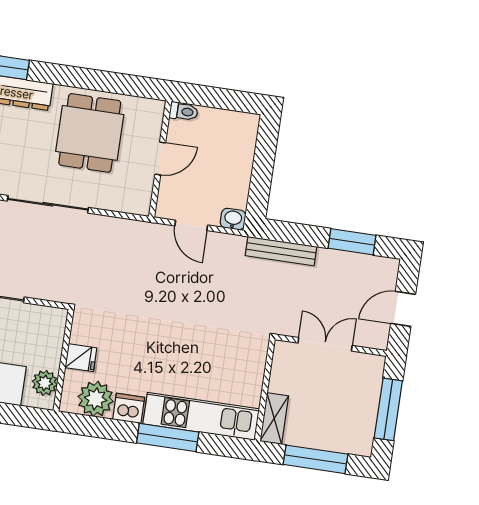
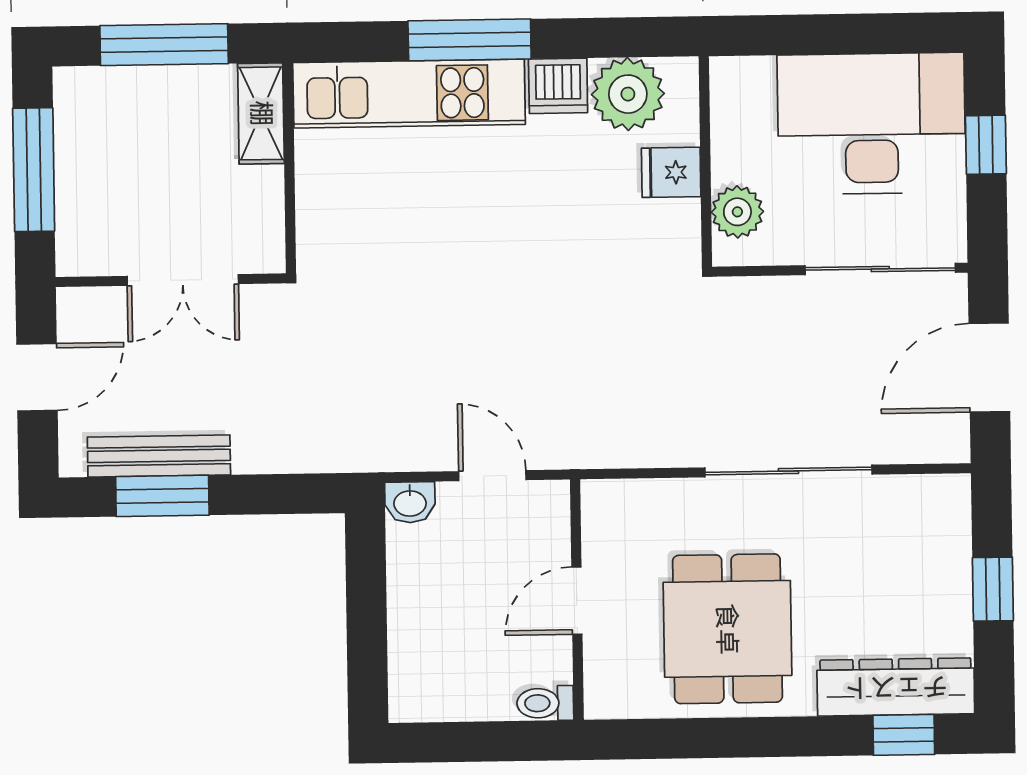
bench: (281, 251) -> (159, 456), moved
plant: (45, 383) -> (737, 212), moved

